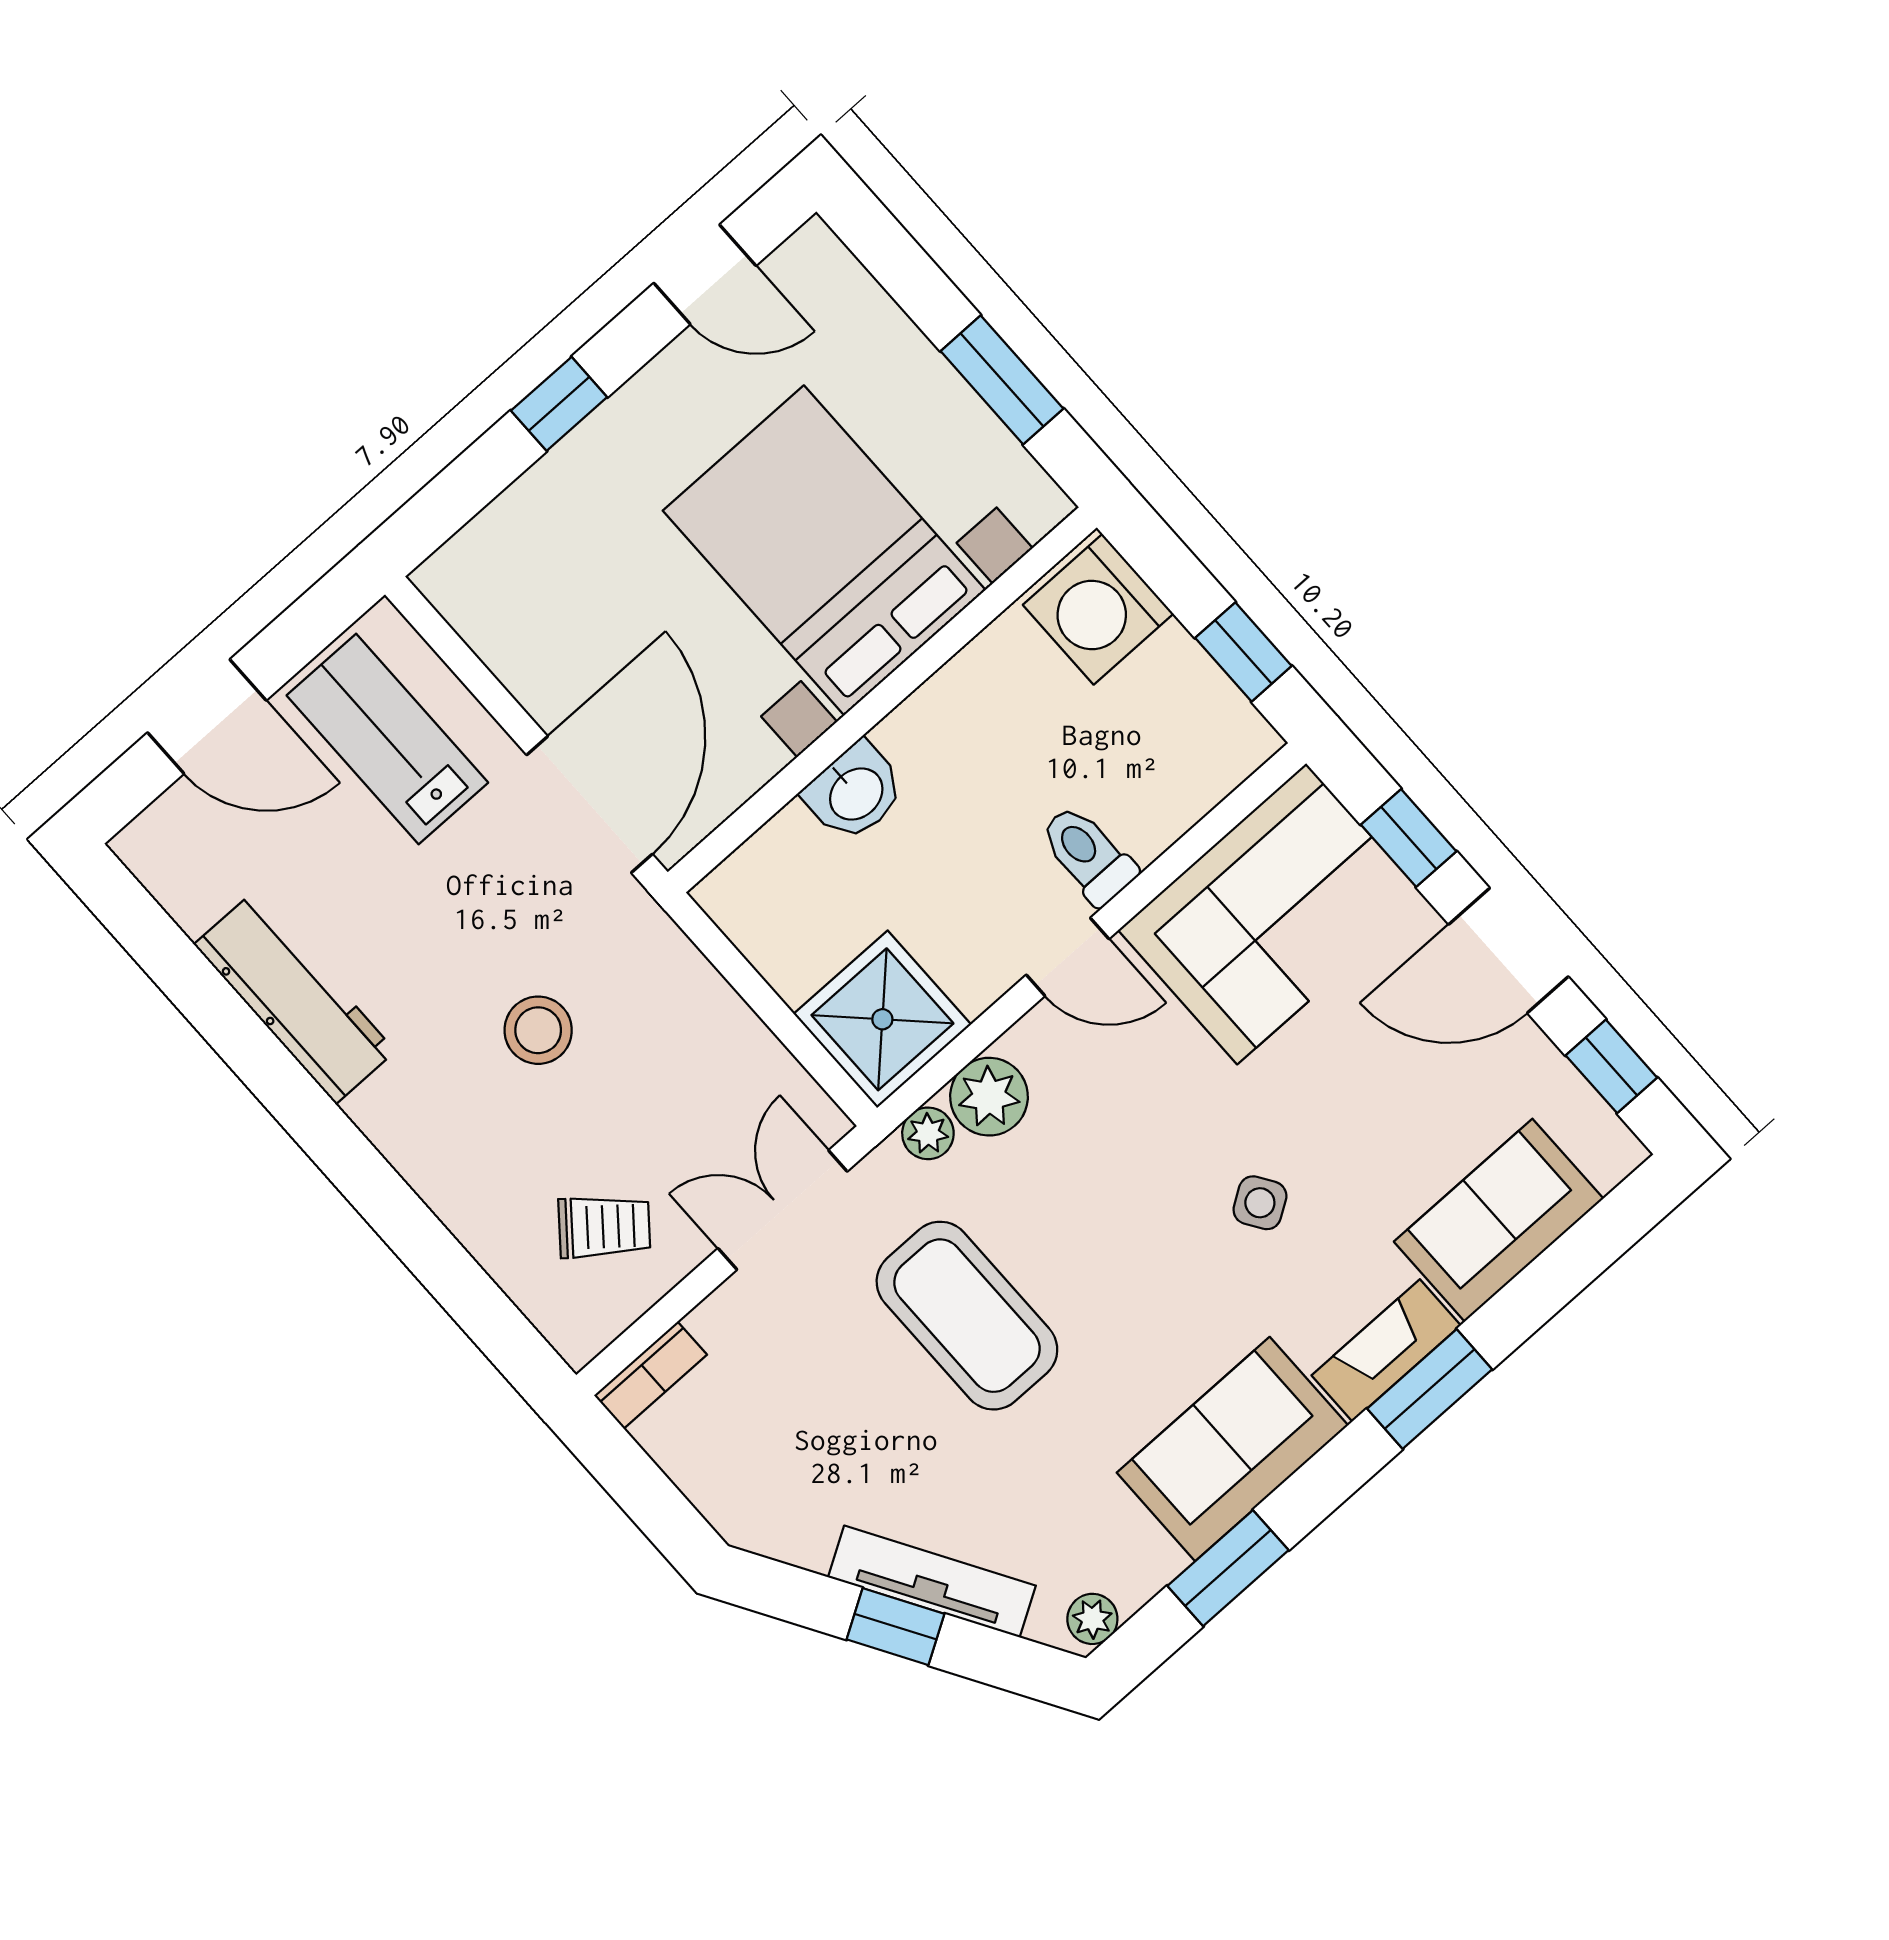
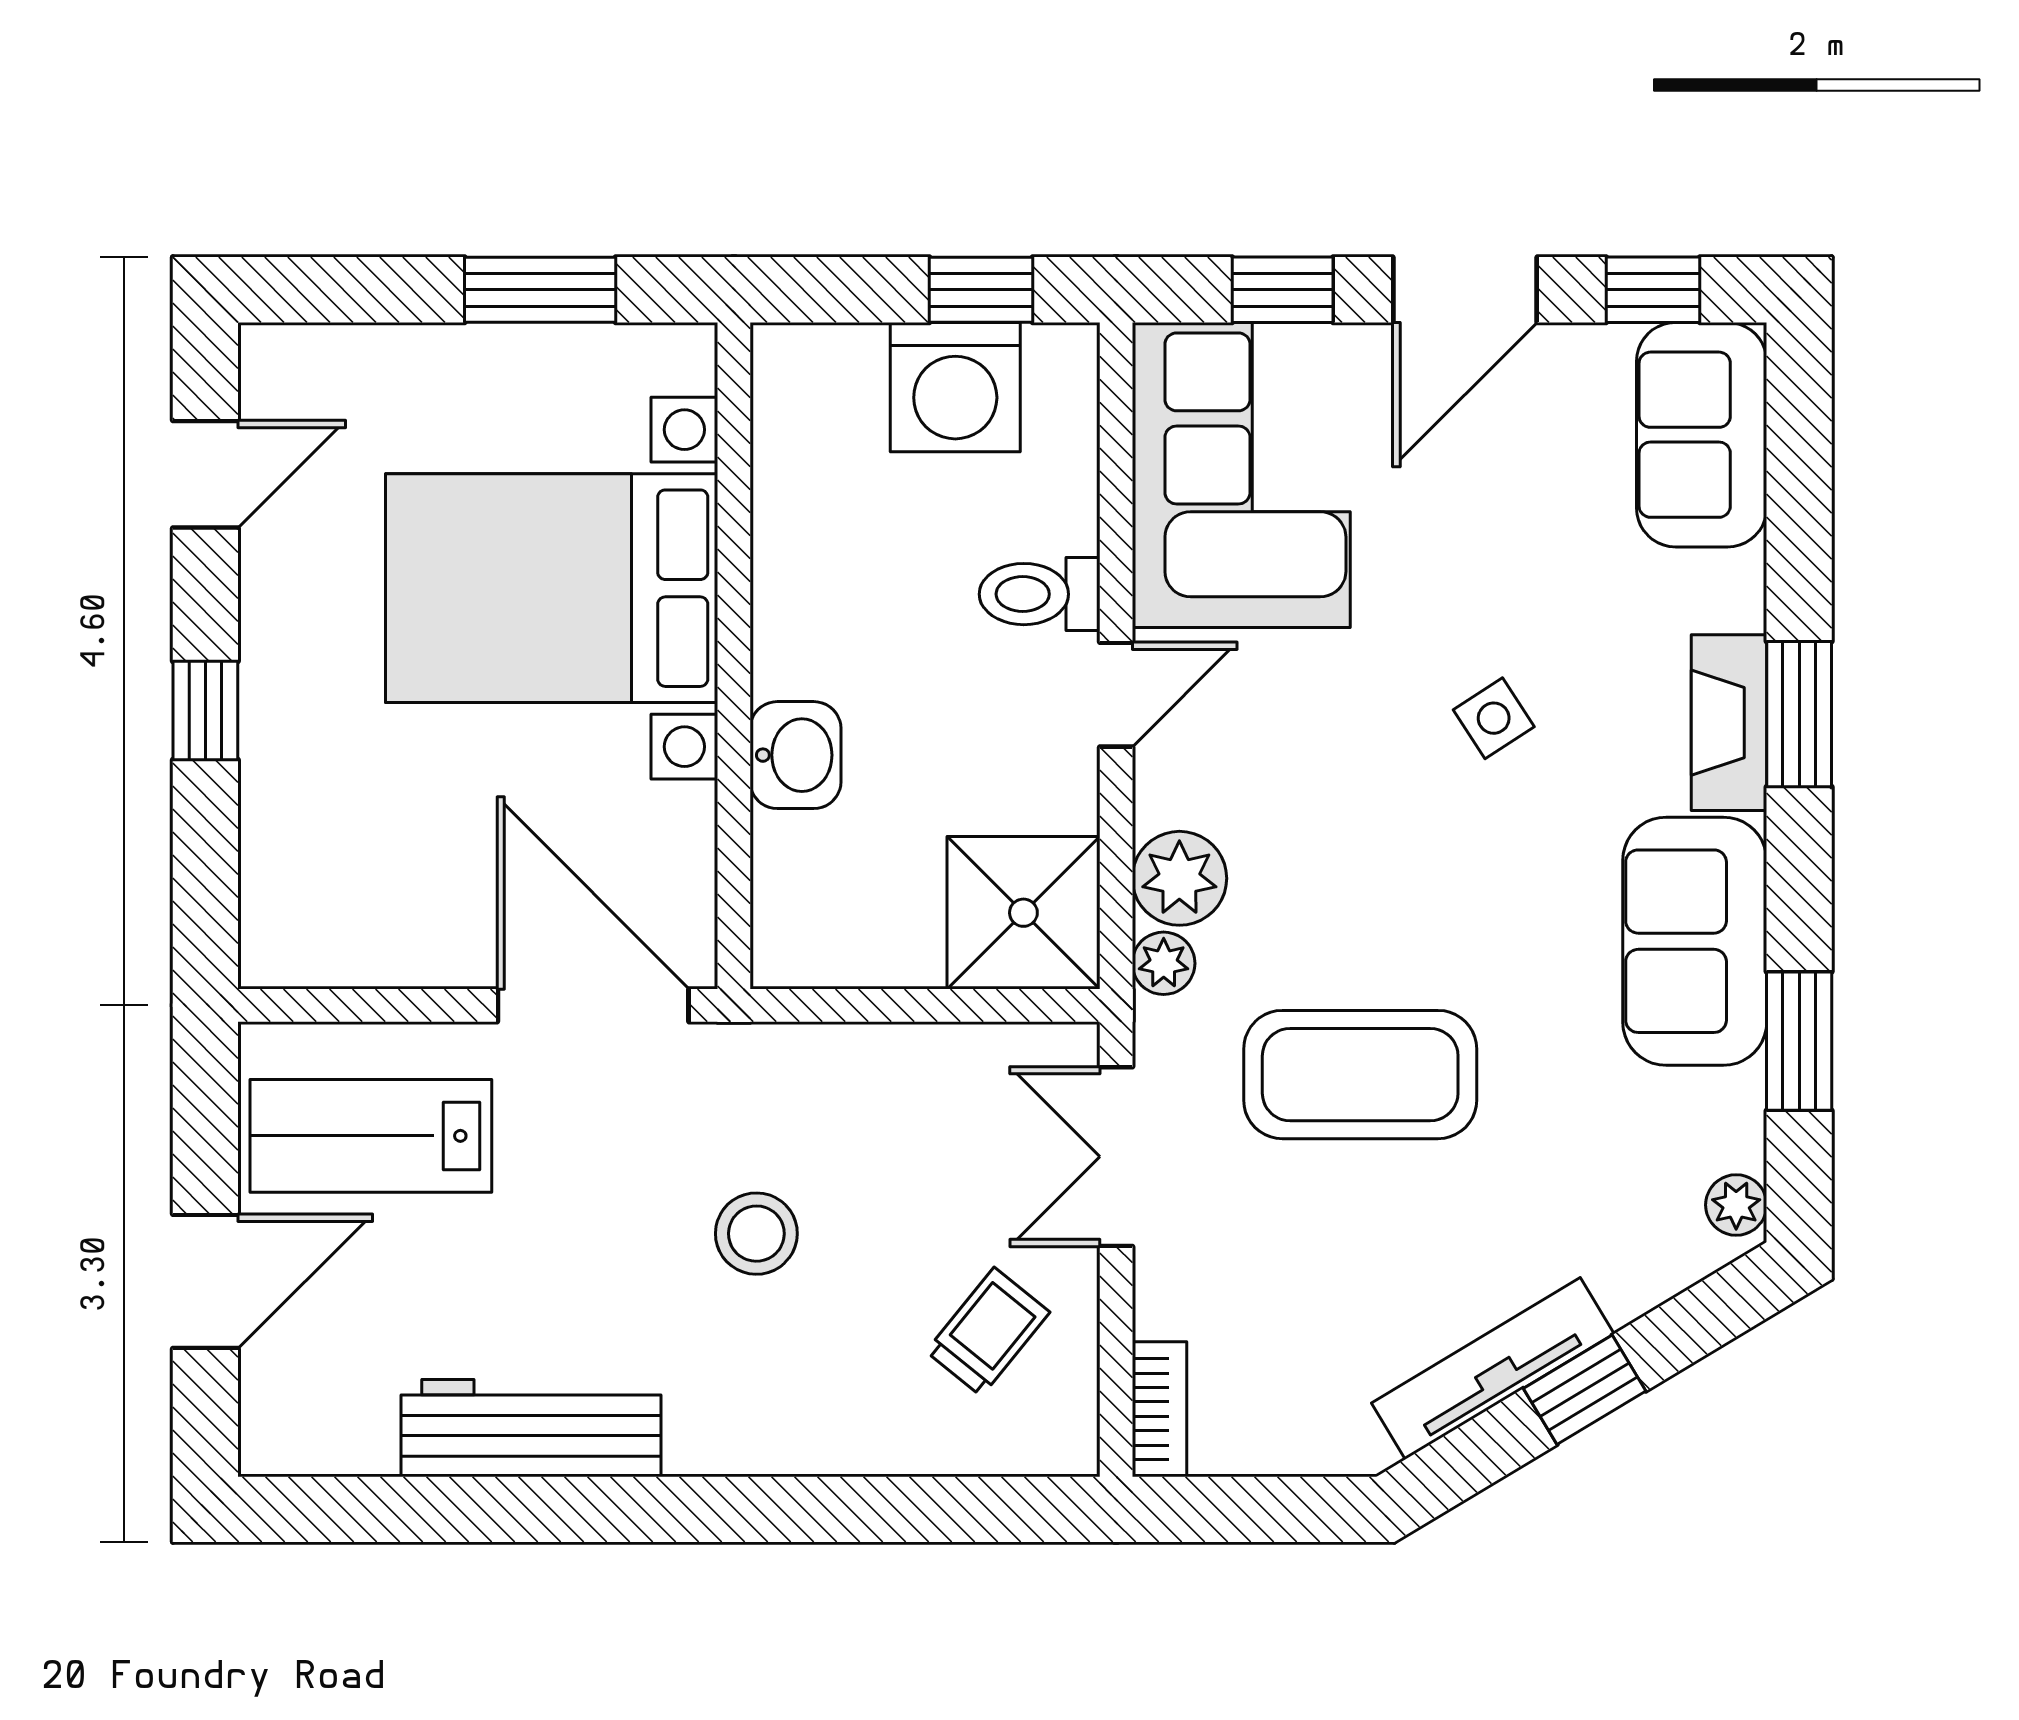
washing machine: (1098, 609) -> (955, 387), moved
sofa: (1499, 1220) -> (1702, 435), moved
tv unit: (932, 1581) -> (1493, 1368), moved

